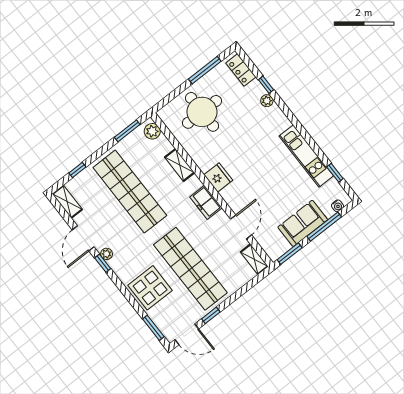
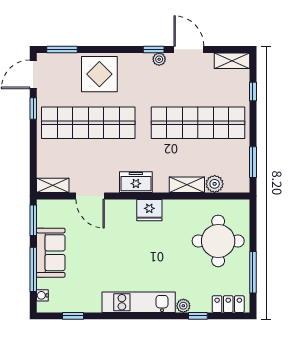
plant: (152, 131) -> (215, 184), moved
kitchen unit: (306, 156) -> (139, 302), moved

